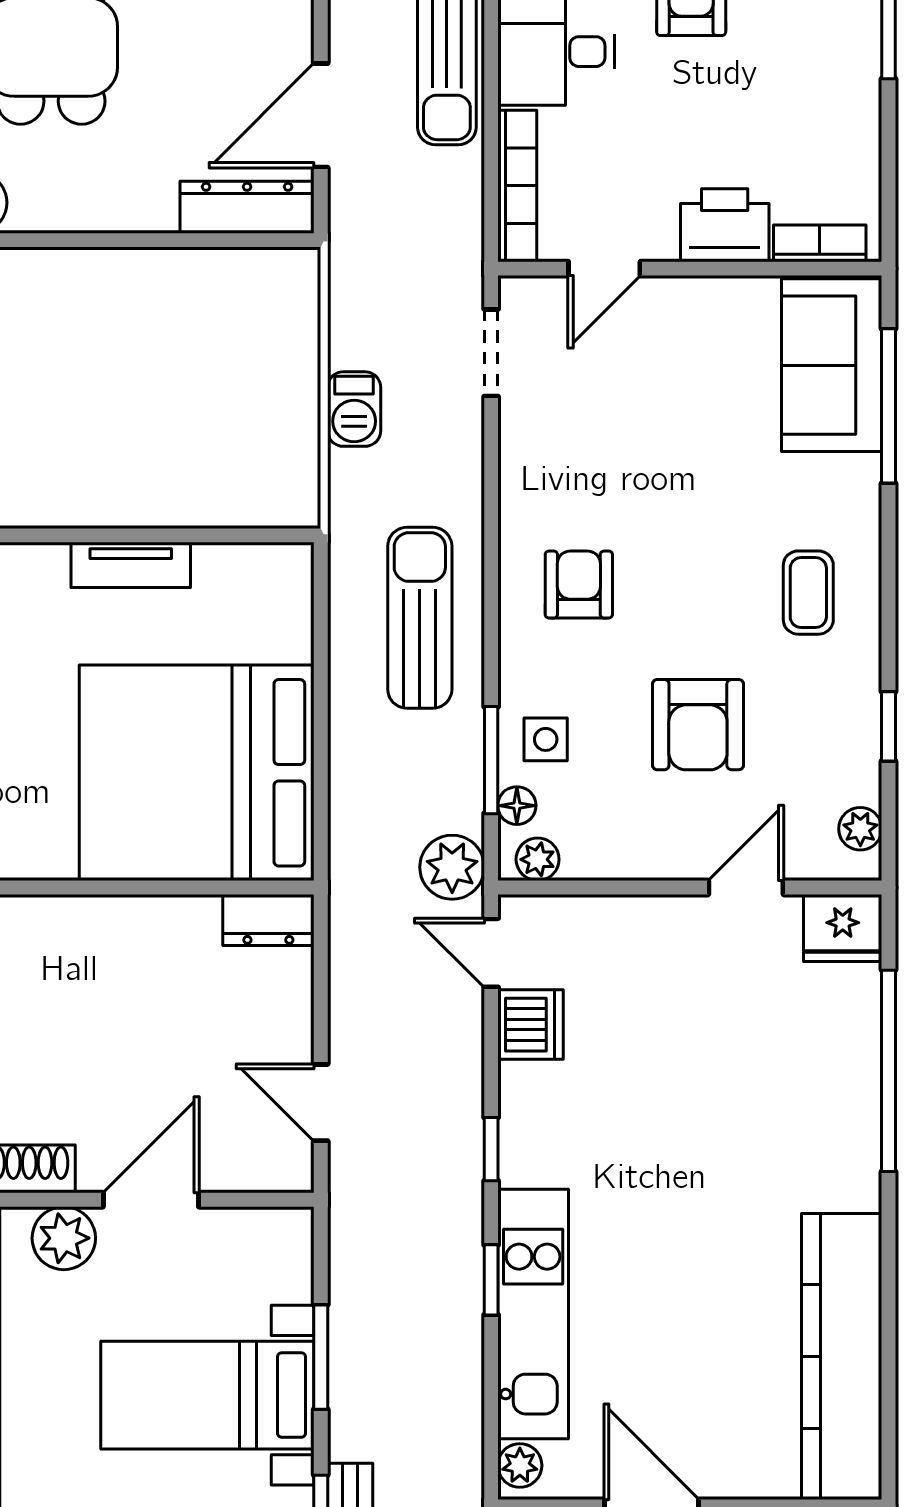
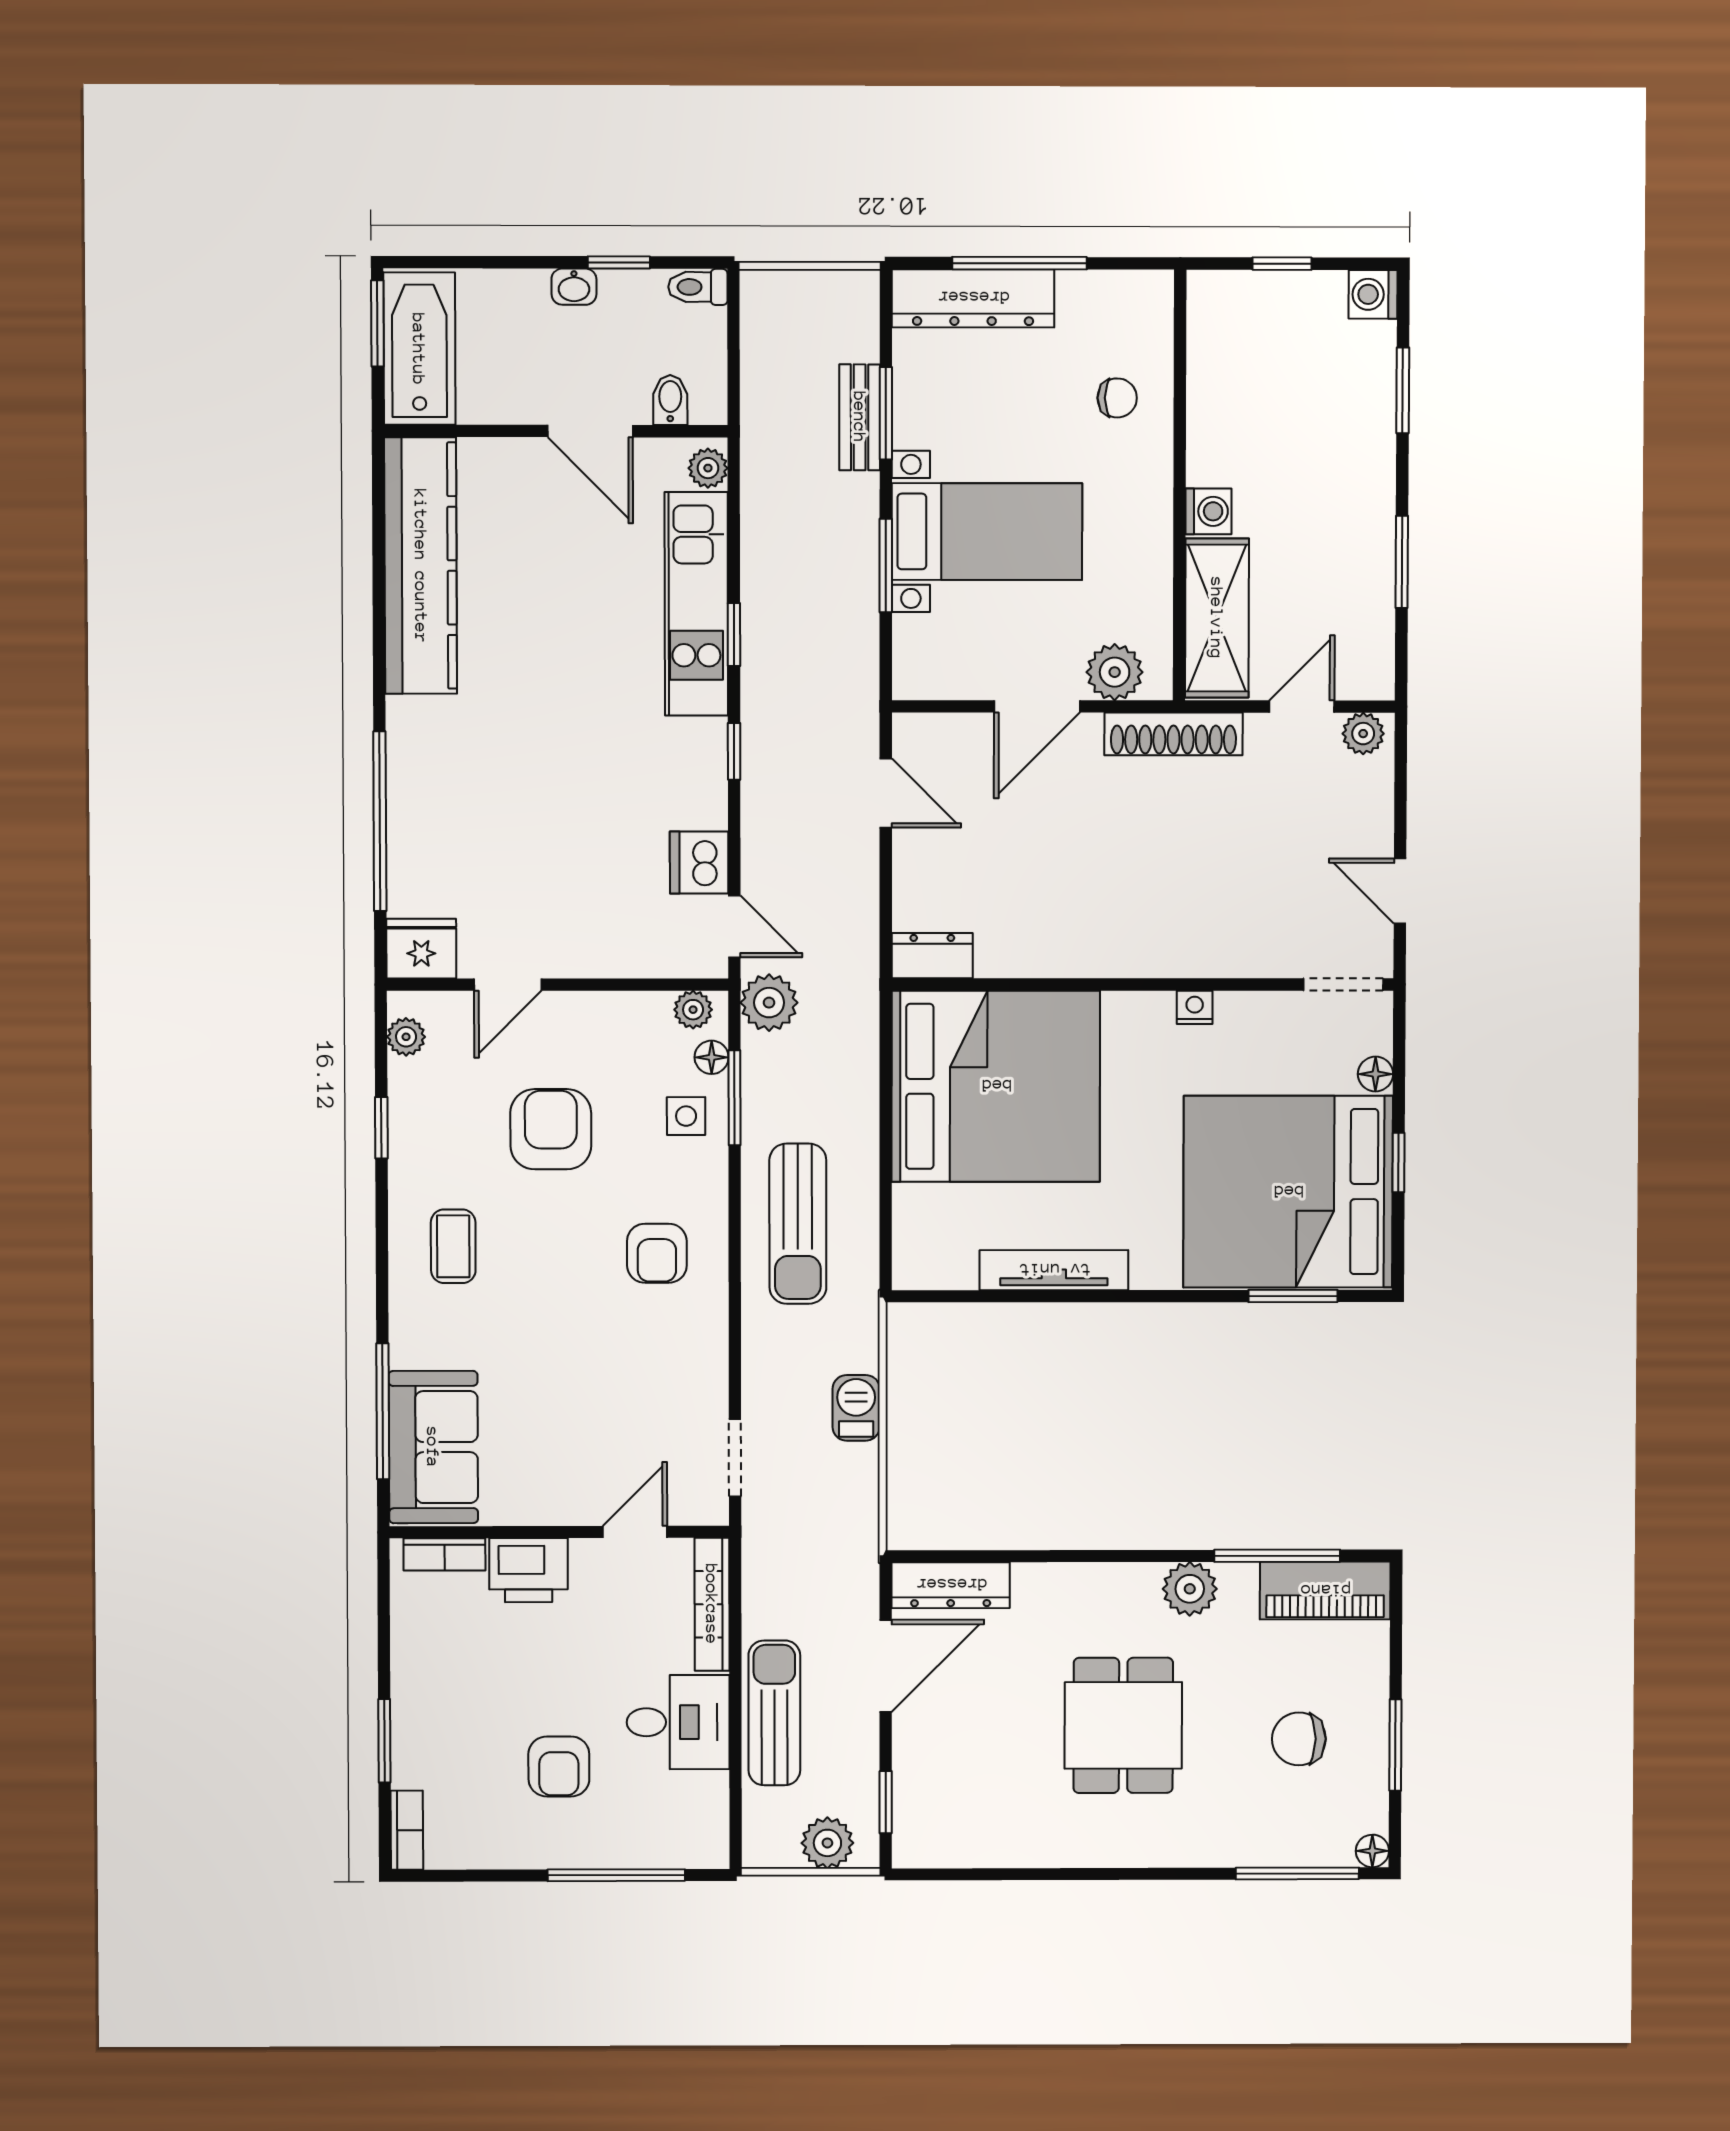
tv unit: (131, 565) -> (1054, 1270), width x1.41

